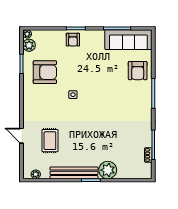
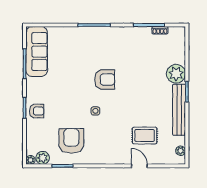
armchair: (138, 71) -> (105, 80), moved
door: (22, 136) -> (139, 166), swing flipped

